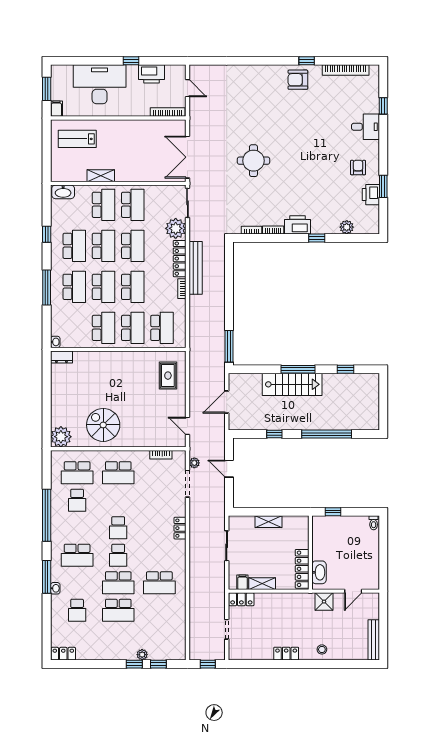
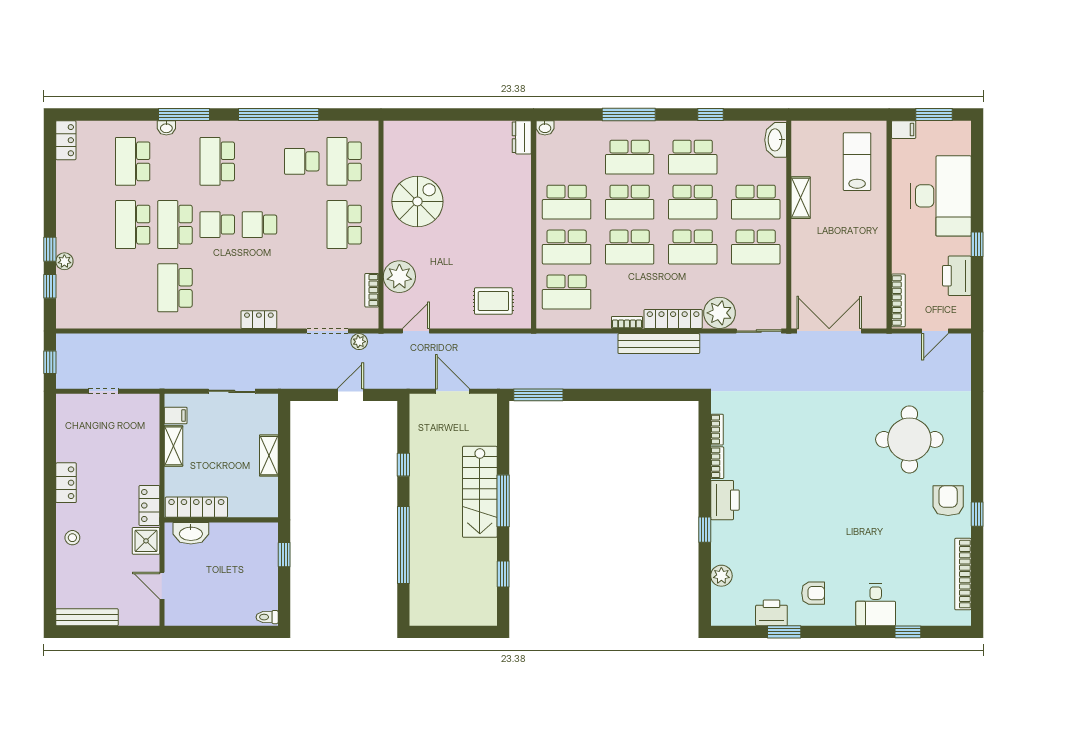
round table: (253, 161) -> (909, 439), moved, width x1.36, depth x1.36
plant: (61, 437) -> (399, 277), moved
locker: (241, 599) -> (149, 506), moved
school desk: (77, 610) -> (133, 161), width x1.85

